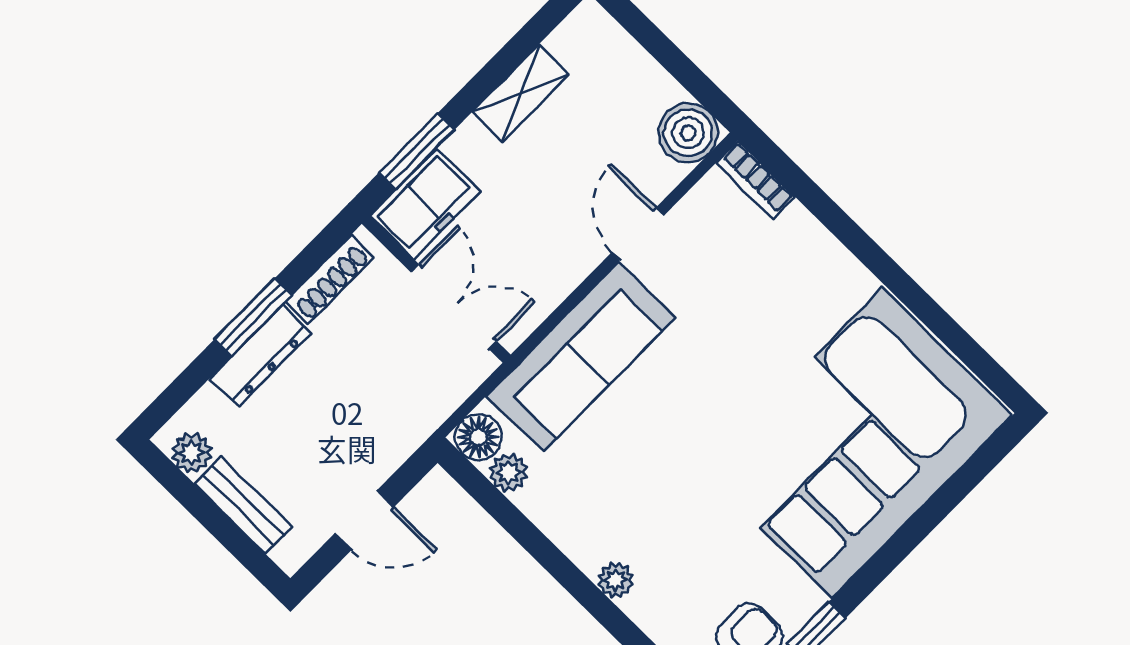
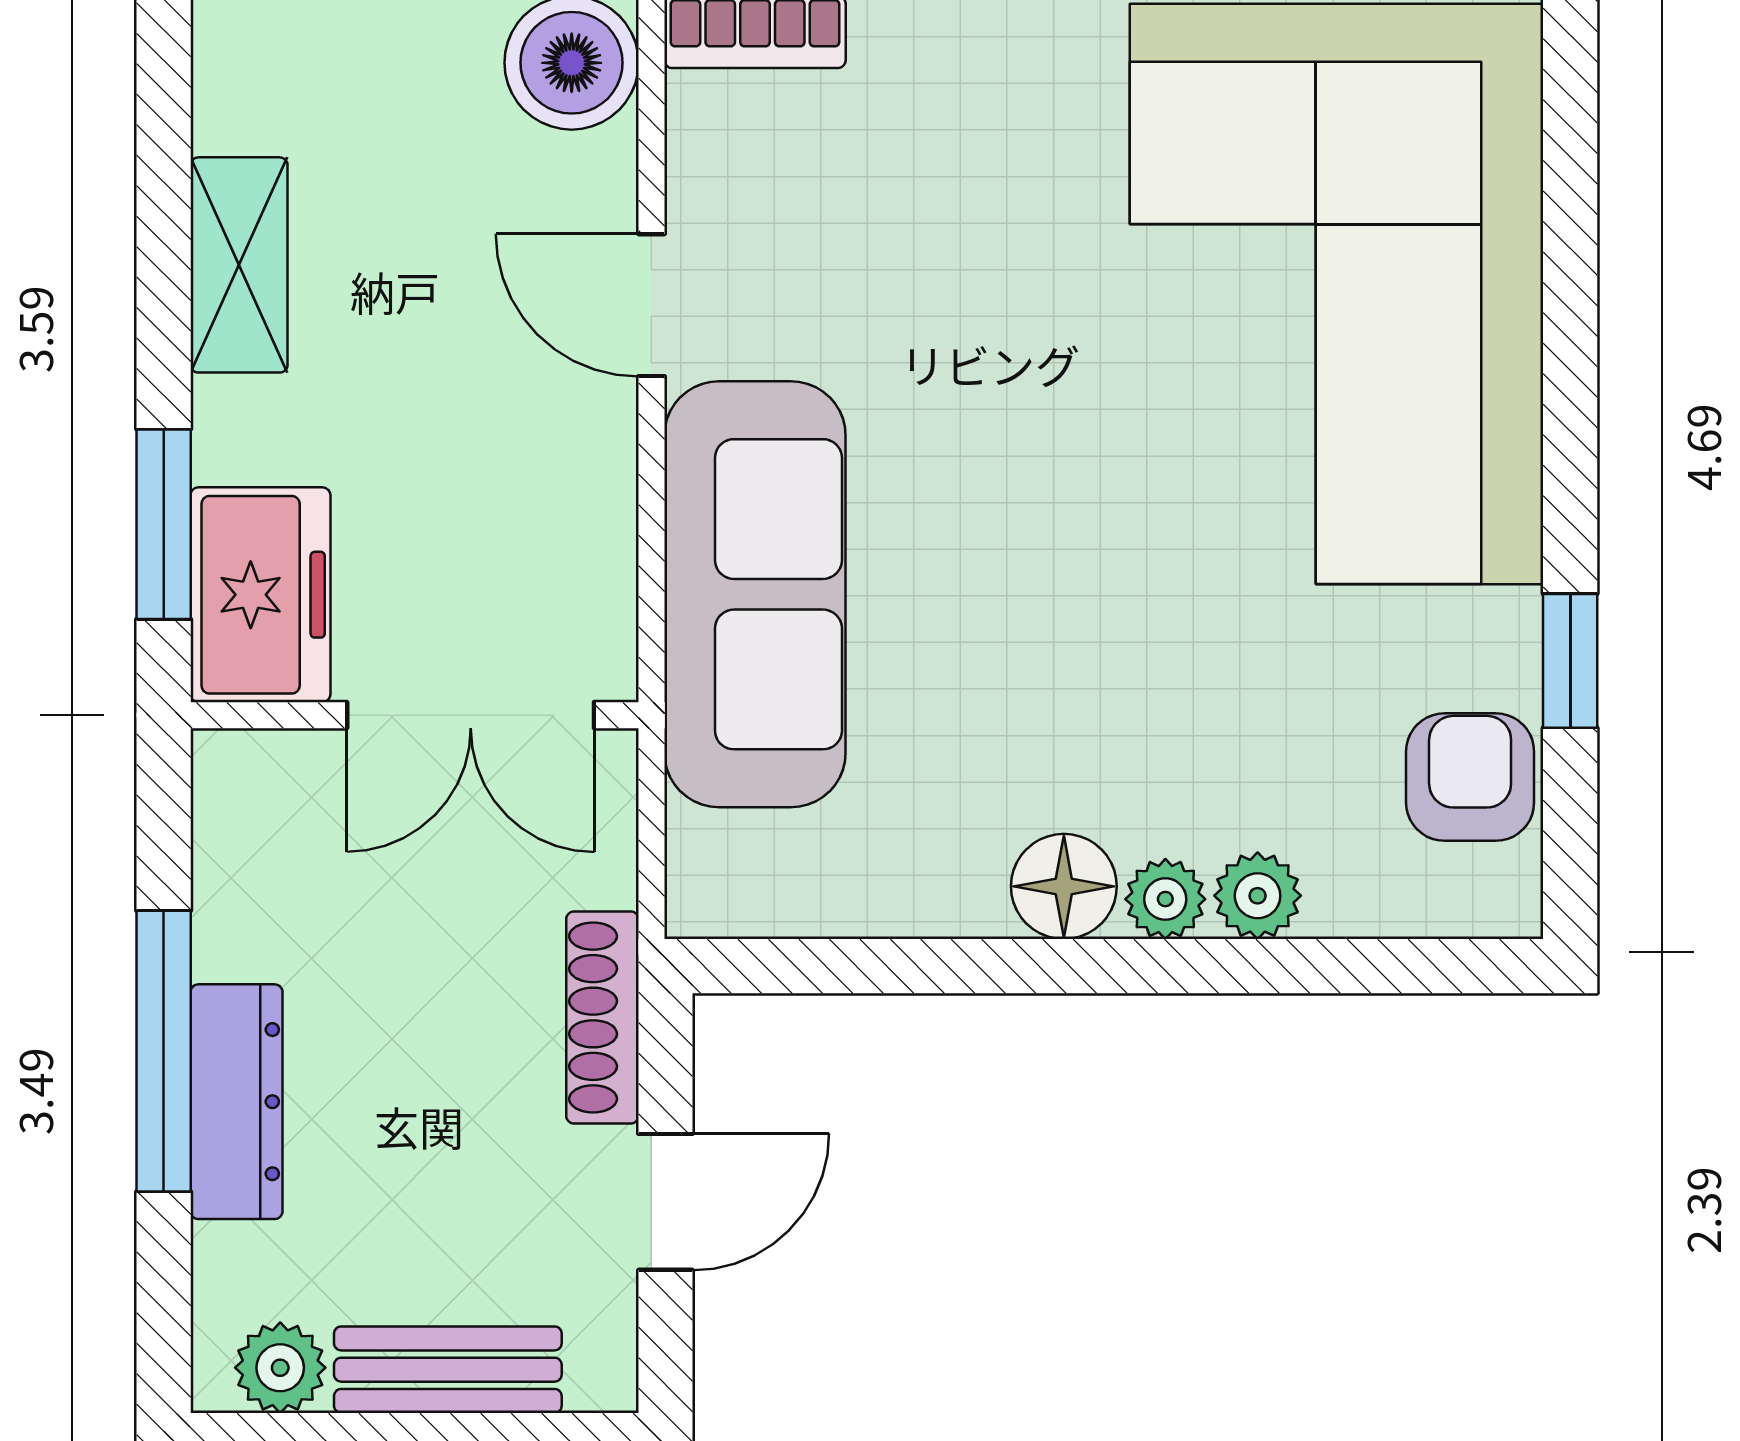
shoe rack: (329, 279) -> (602, 1018), moved, turned 180
double door: (454, 307) -> (471, 715), swing flipped
window: (253, 317) -> (164, 1051), width x1.44
floor lamp: (478, 437) -> (1064, 886), moved
plant: (508, 473) -> (1258, 896), moved

